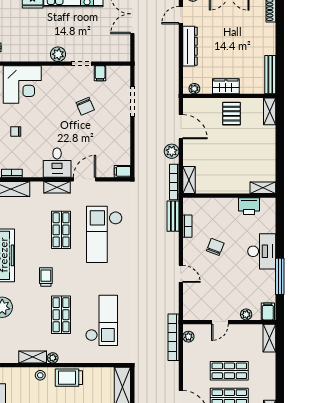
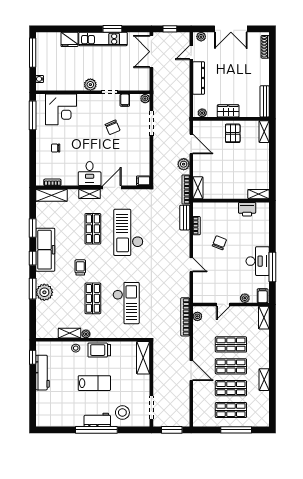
plant: (125, 71) -> (145, 99), added
desk: (262, 251) -> (258, 261), moved

